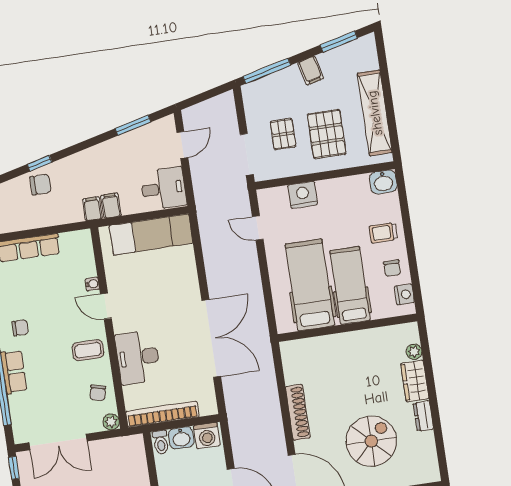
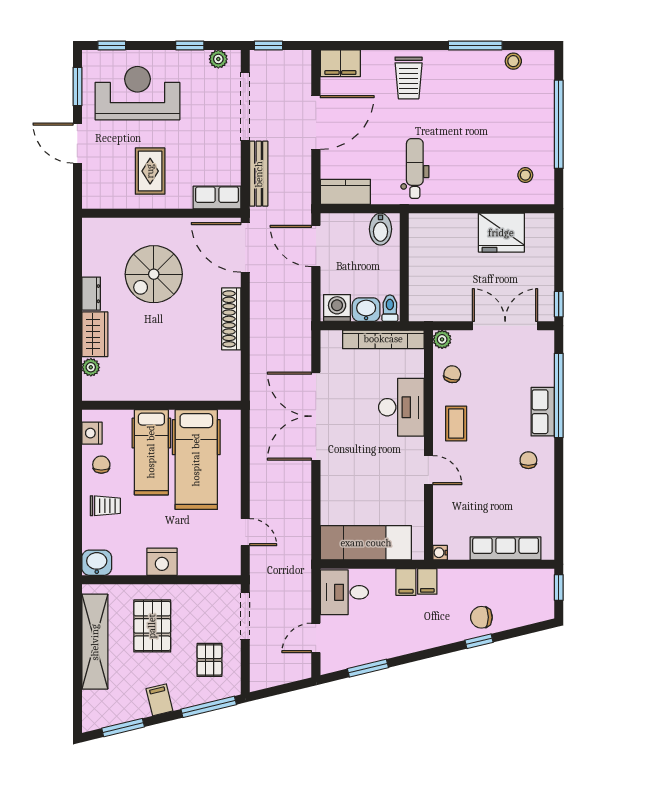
pallet: (283, 134) -> (209, 660), moved
nightstand: (303, 195) -> (162, 562), moved
water cooler: (92, 284) -> (440, 553), moved
chair: (20, 328) -> (528, 460), turned 90
coffee table: (88, 350) -> (456, 424), turned 90

